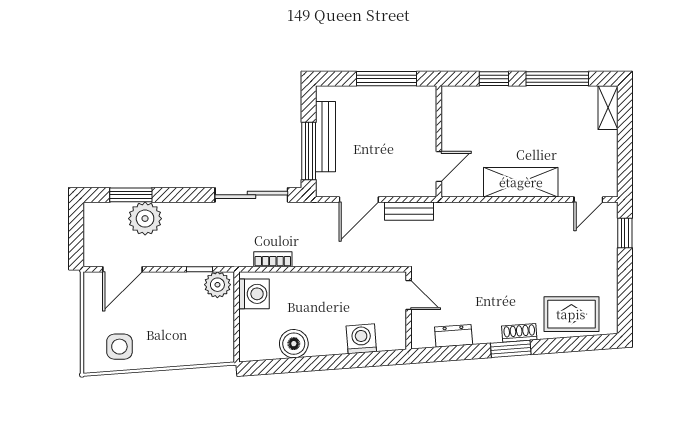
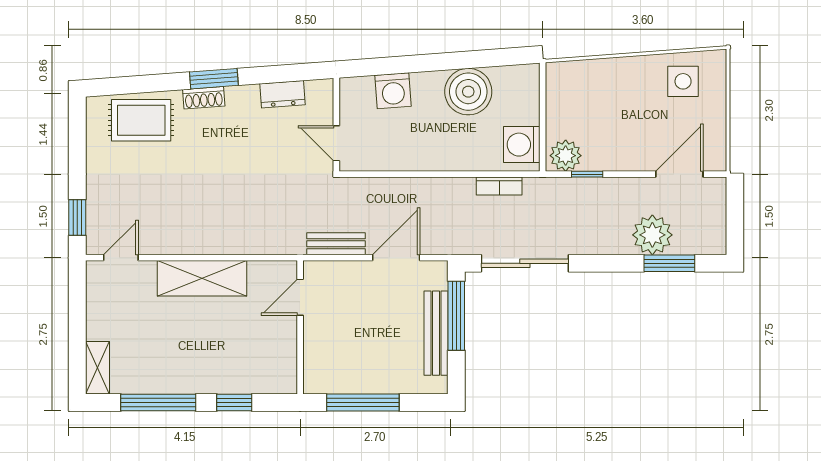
boiler: (294, 344) -> (468, 92), width x1.37, depth x1.37

